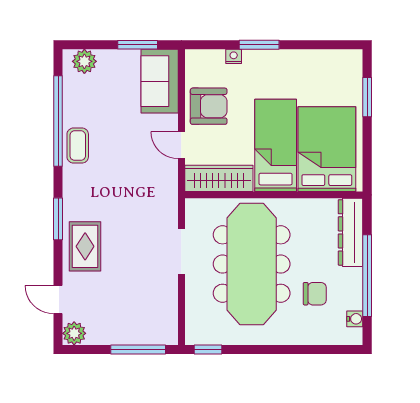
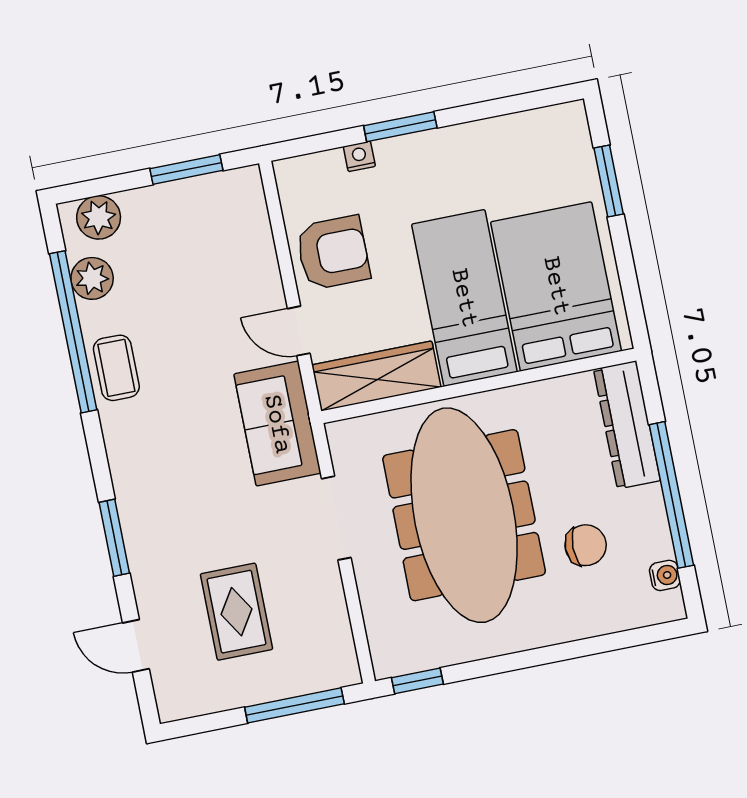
sofa: (160, 81) -> (277, 424), moved
window: (58, 219) -> (114, 538), moved
rug: (85, 246) -> (236, 612), moved
plant: (74, 333) -> (92, 278), moved

